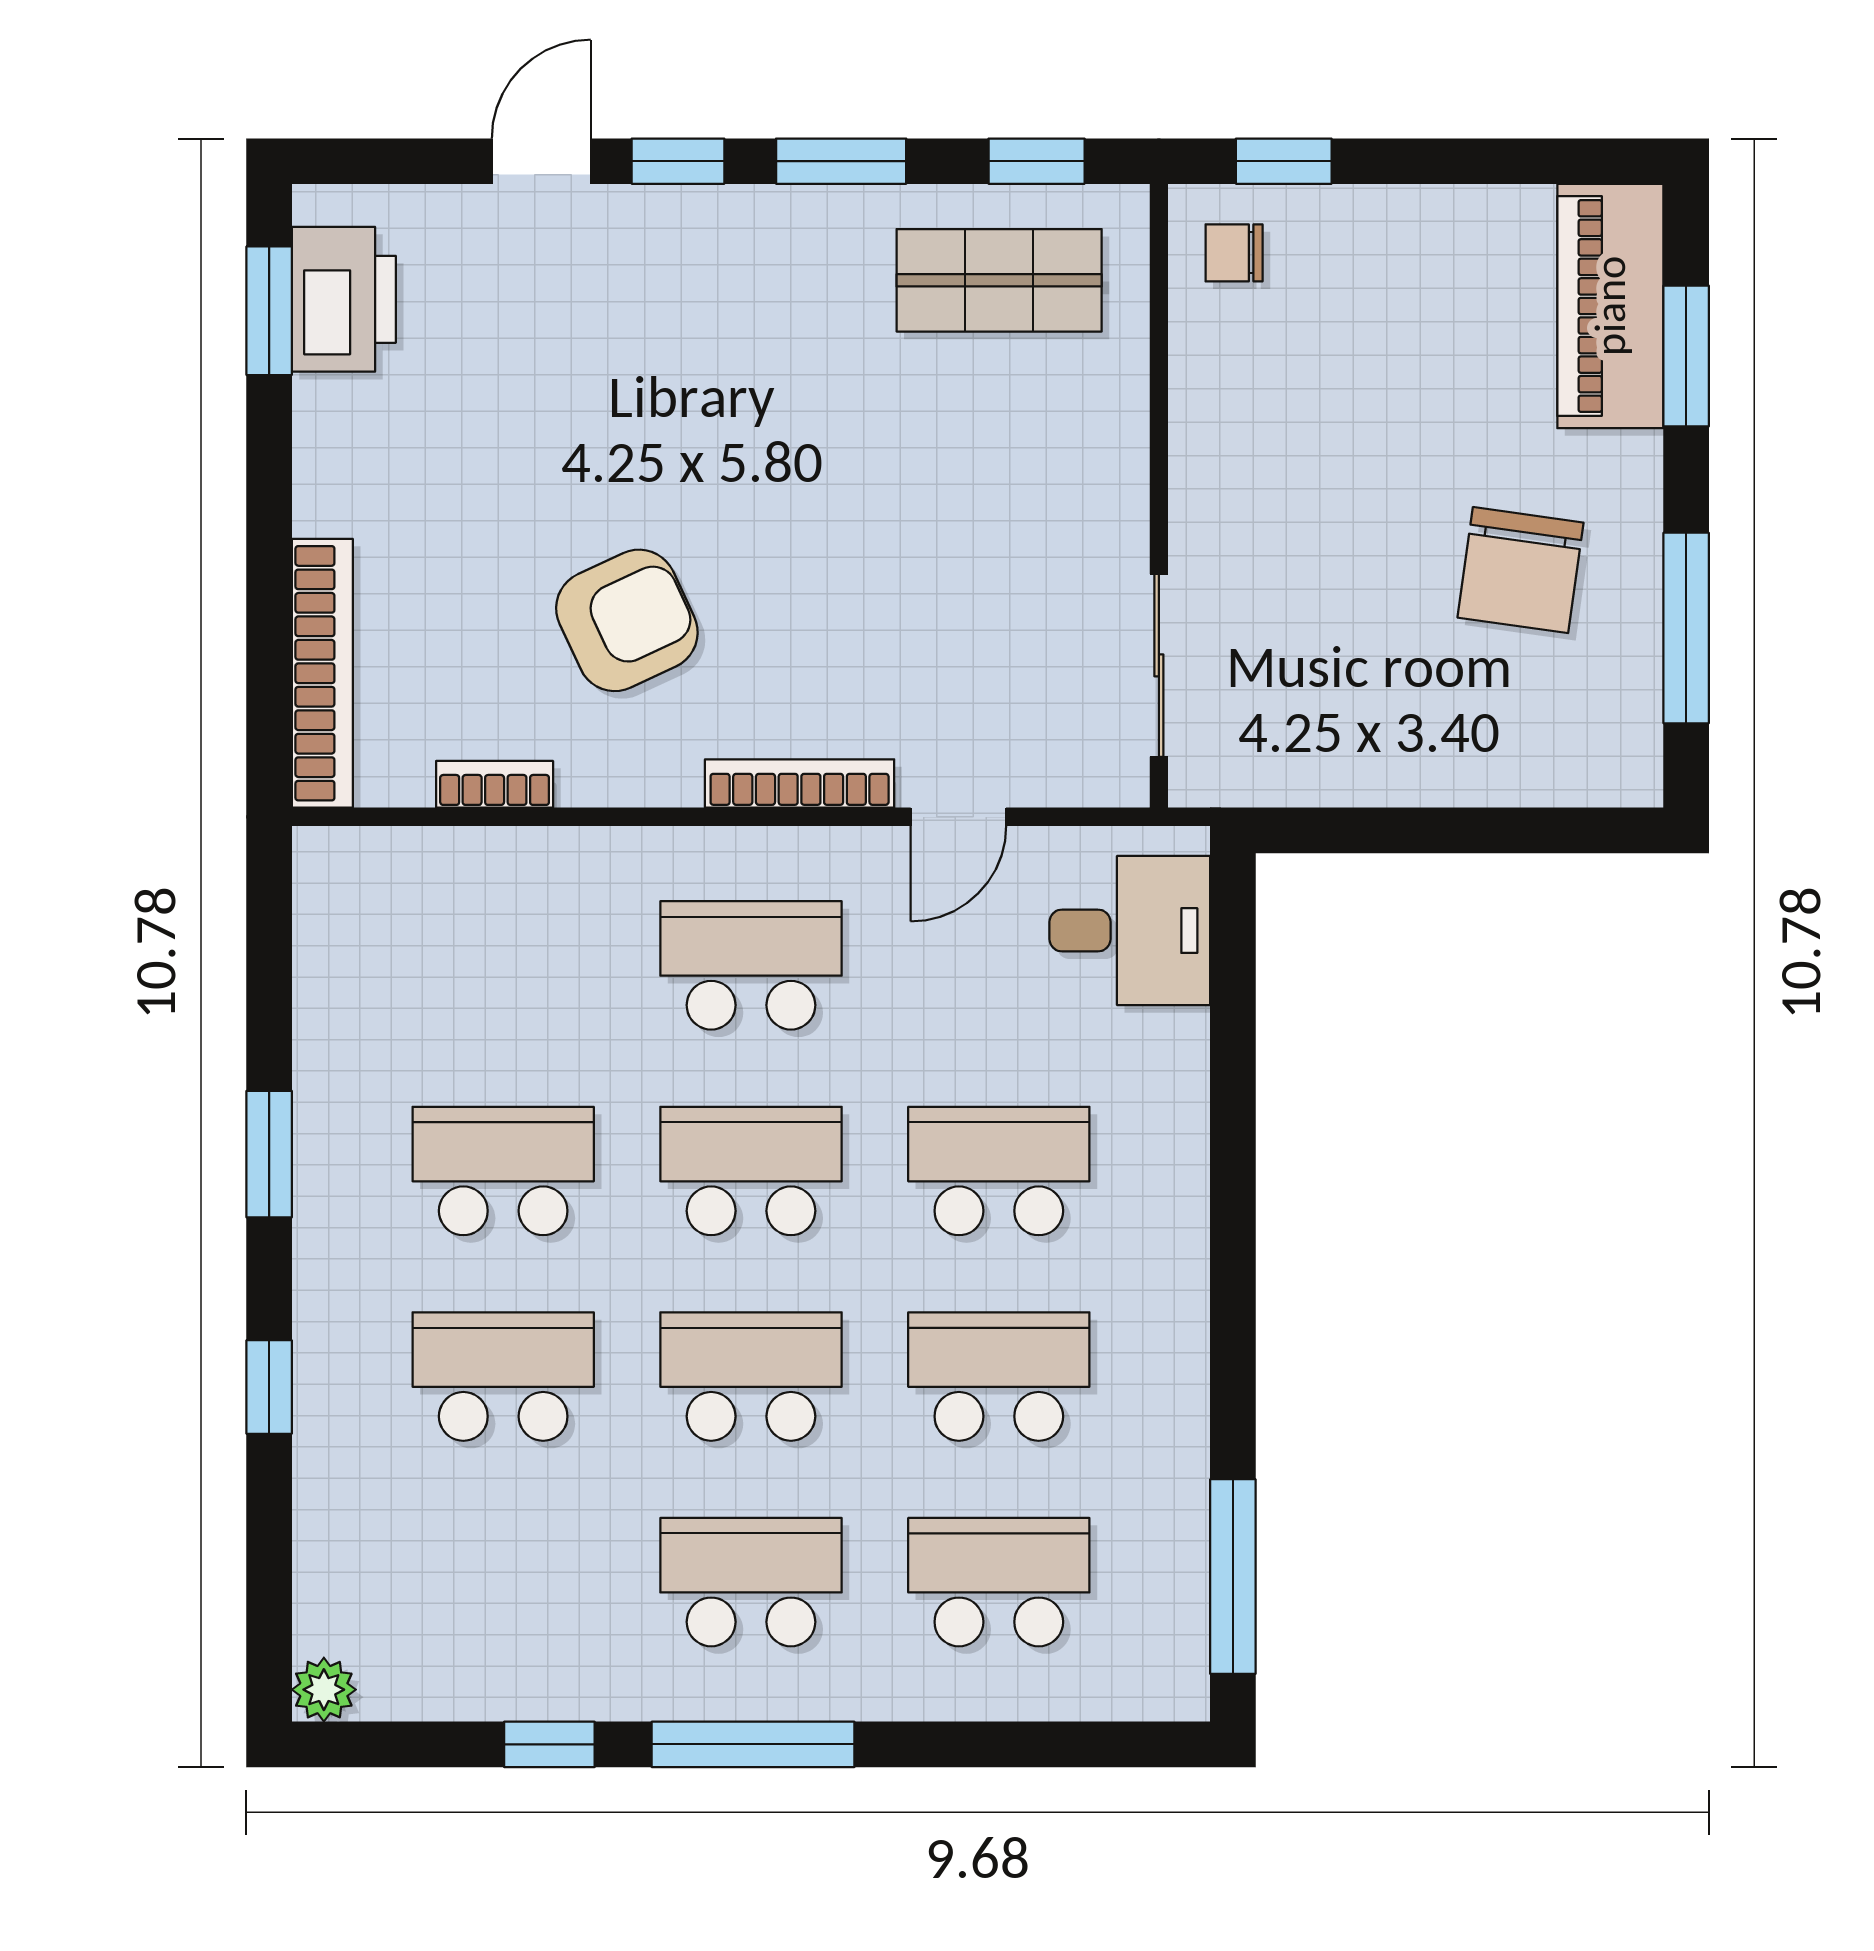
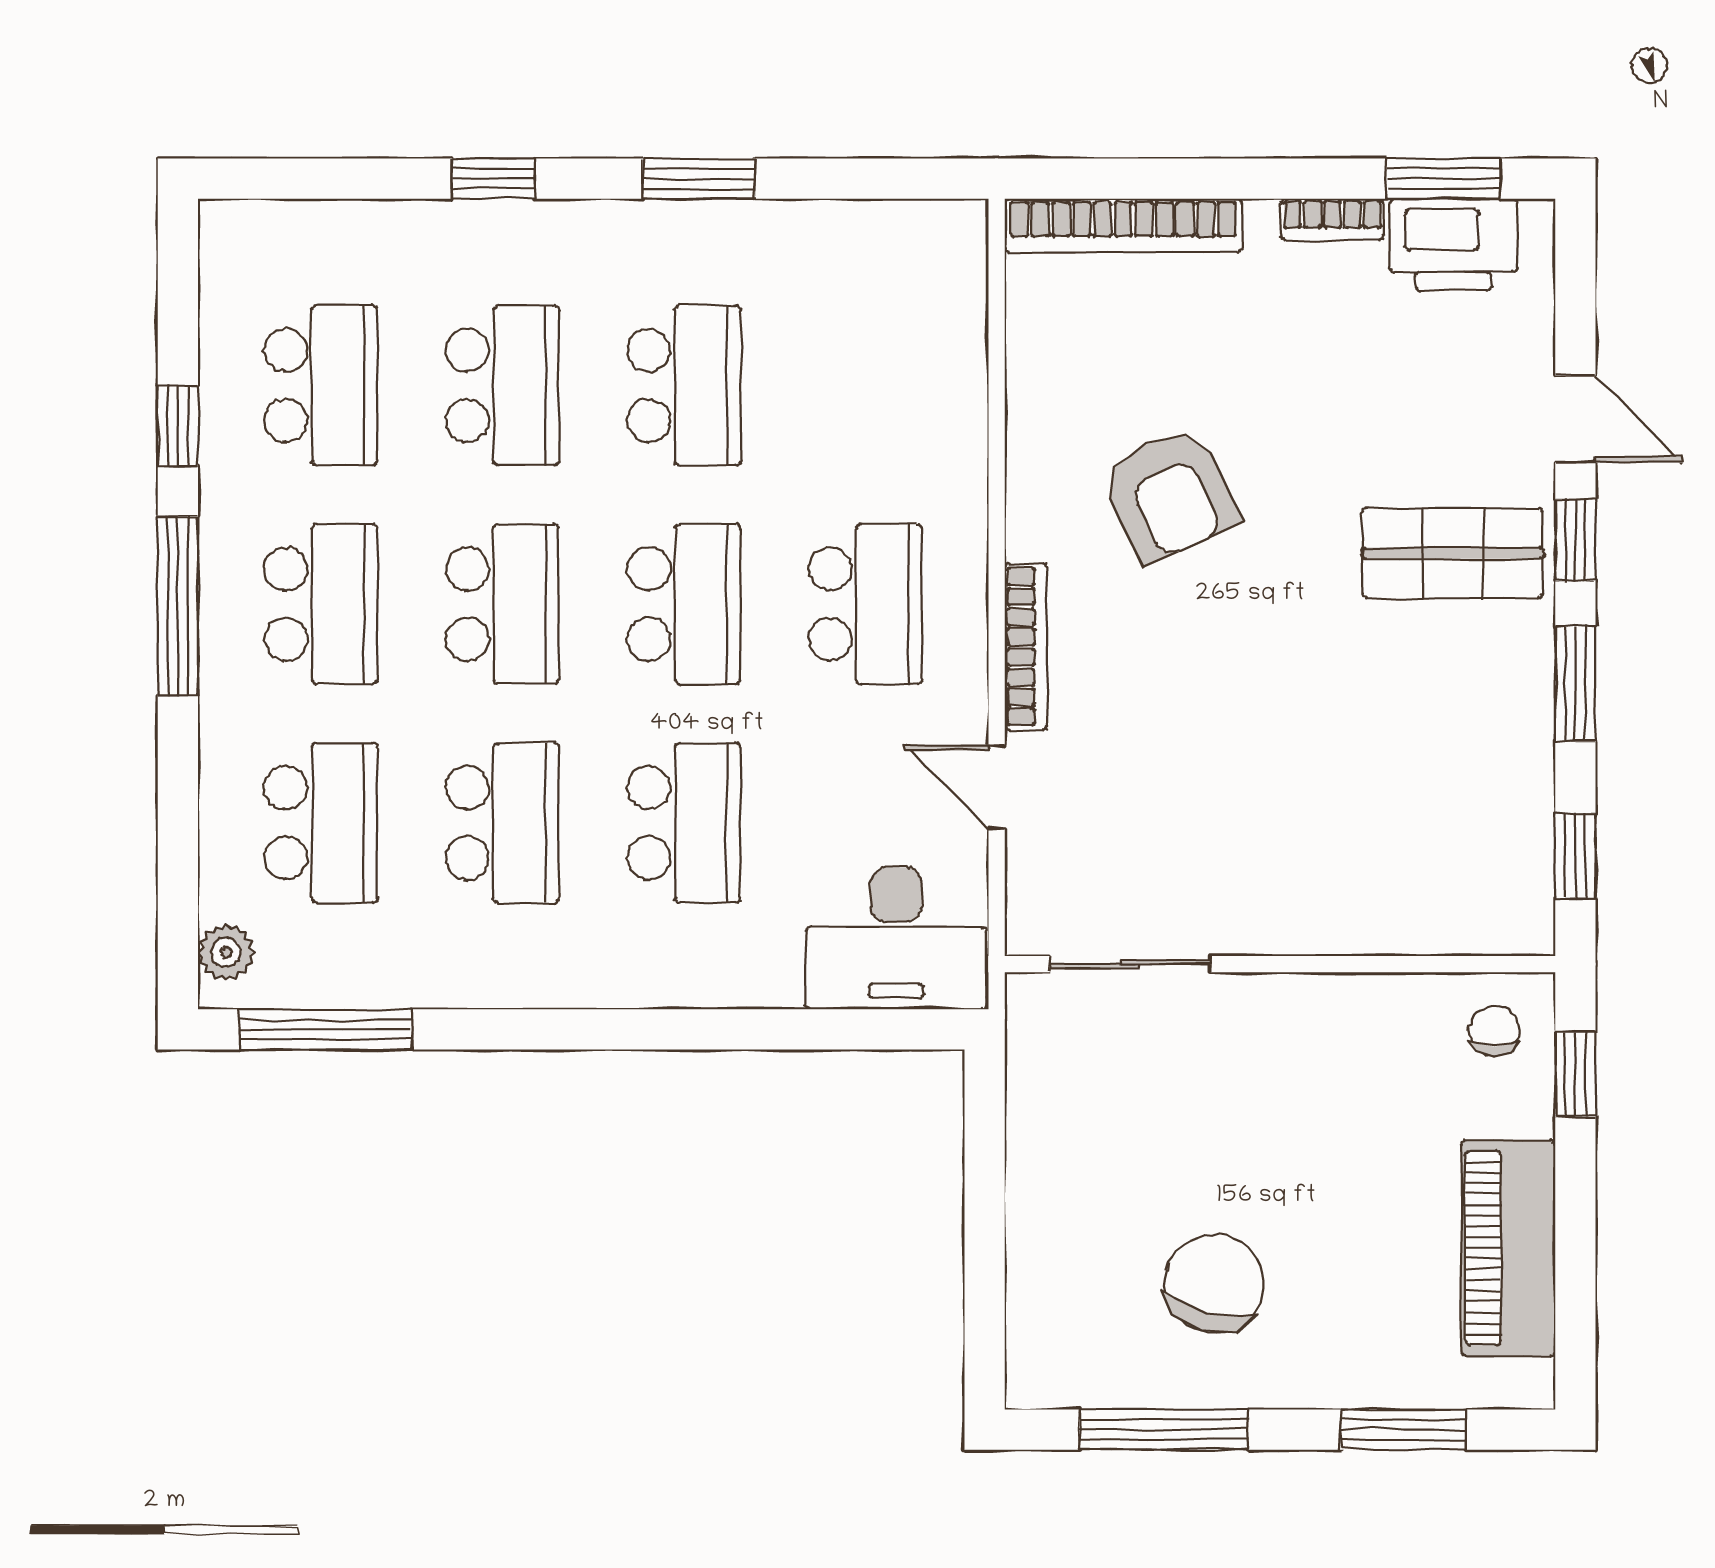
shop shelf: (999, 280) -> (1453, 553), moved, turned 90
piano: (1610, 306) -> (1508, 1248), moved, turned -90
chair: (1520, 570) -> (1214, 1283), turned 97
bookcase: (495, 784) -> (1332, 219), moved, turned 90
desk: (1130, 931) -> (896, 938), width x1.37
school desk: (503, 1582) -> (321, 385), added
plant: (324, 1690) -> (226, 952), moved

